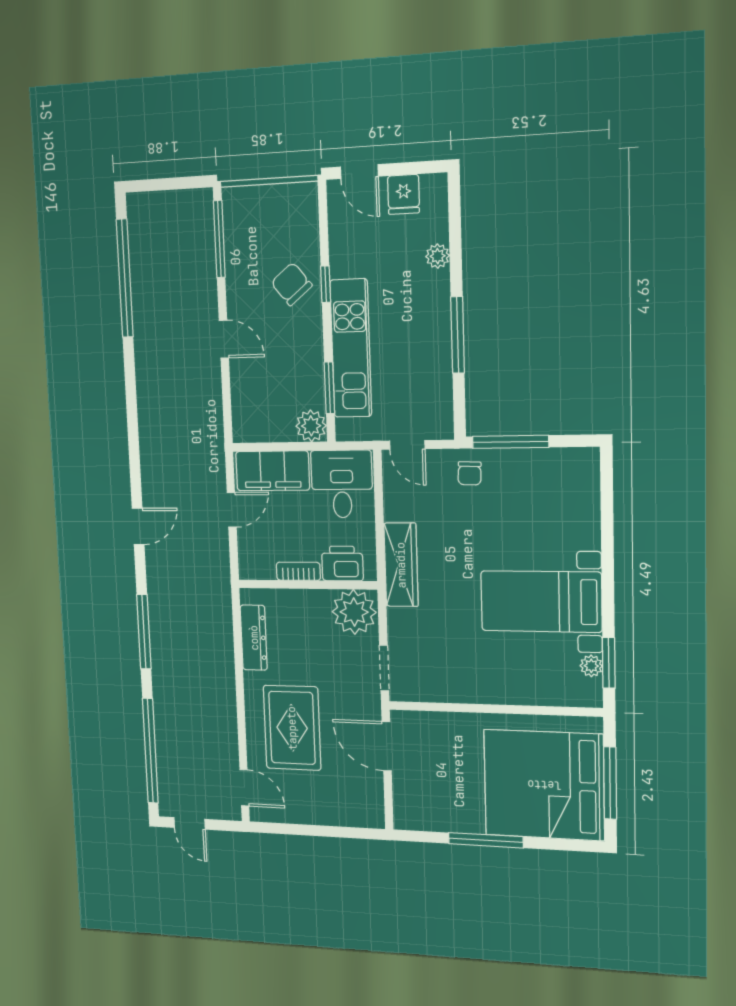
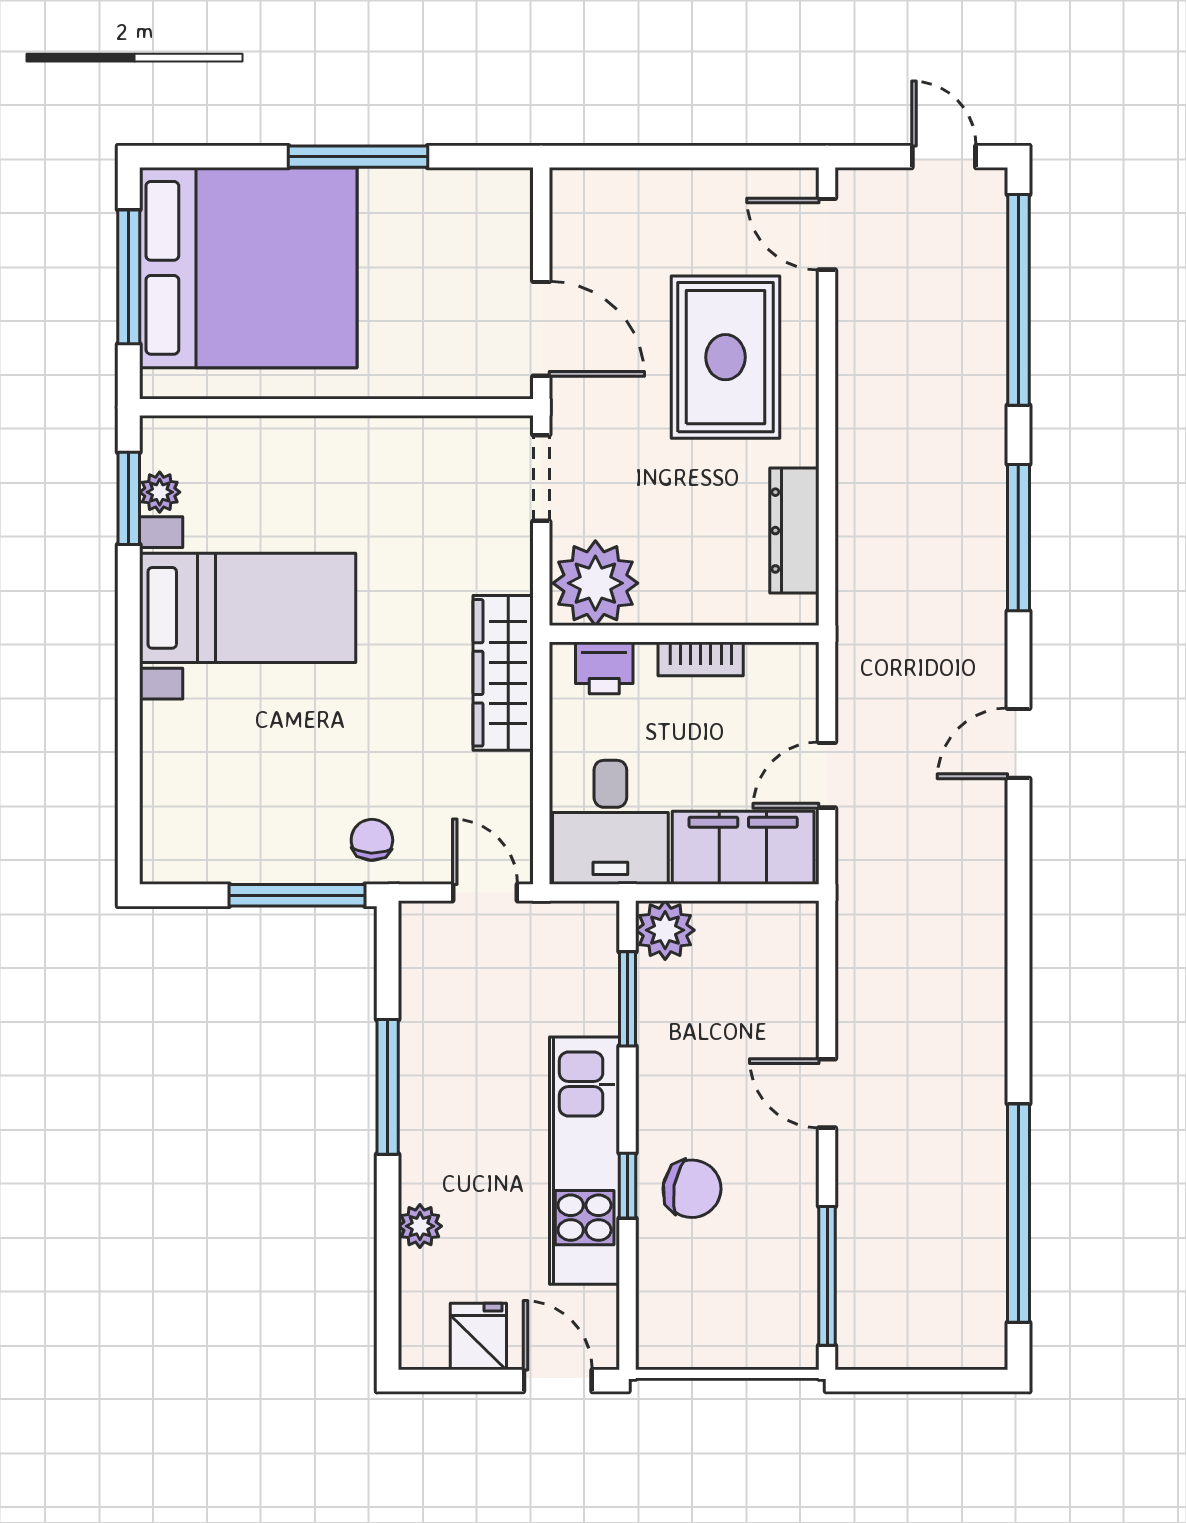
chair: (292, 284) -> (692, 1189), turned -41
kitchen unit: (351, 348) -> (585, 1161), moved
printer: (342, 564) -> (604, 668), width x0.73, depth x0.81

